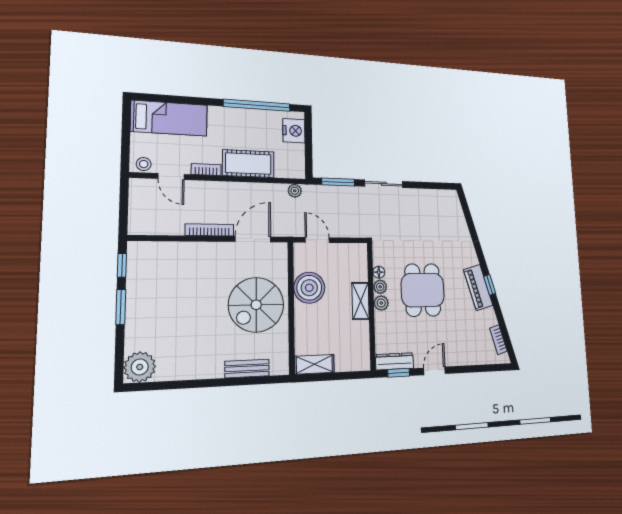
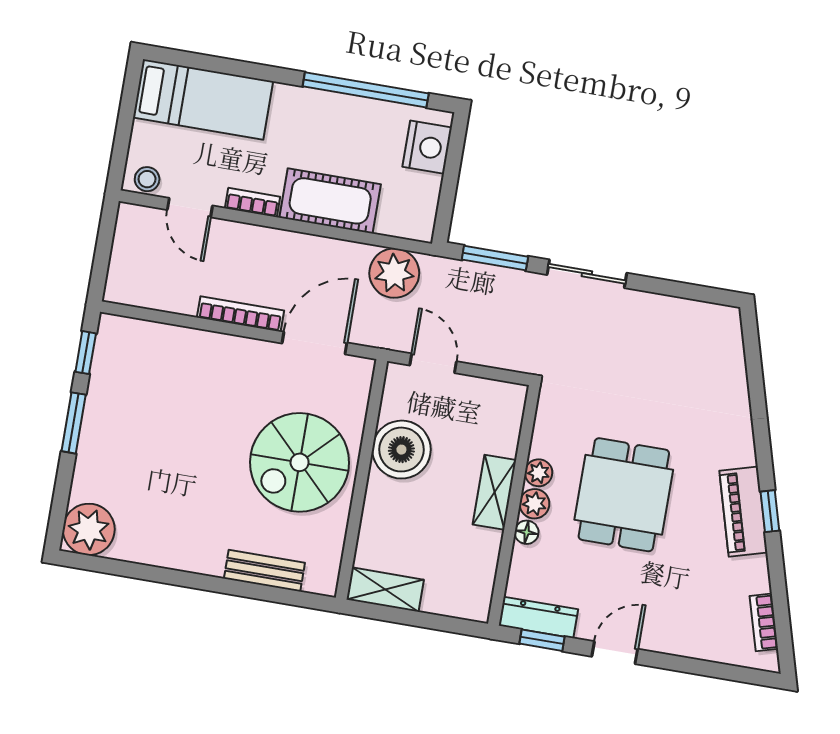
plant: (295, 191) -> (394, 273), width x1.88, depth x1.88
floor lamp: (379, 272) -> (527, 532), moved

